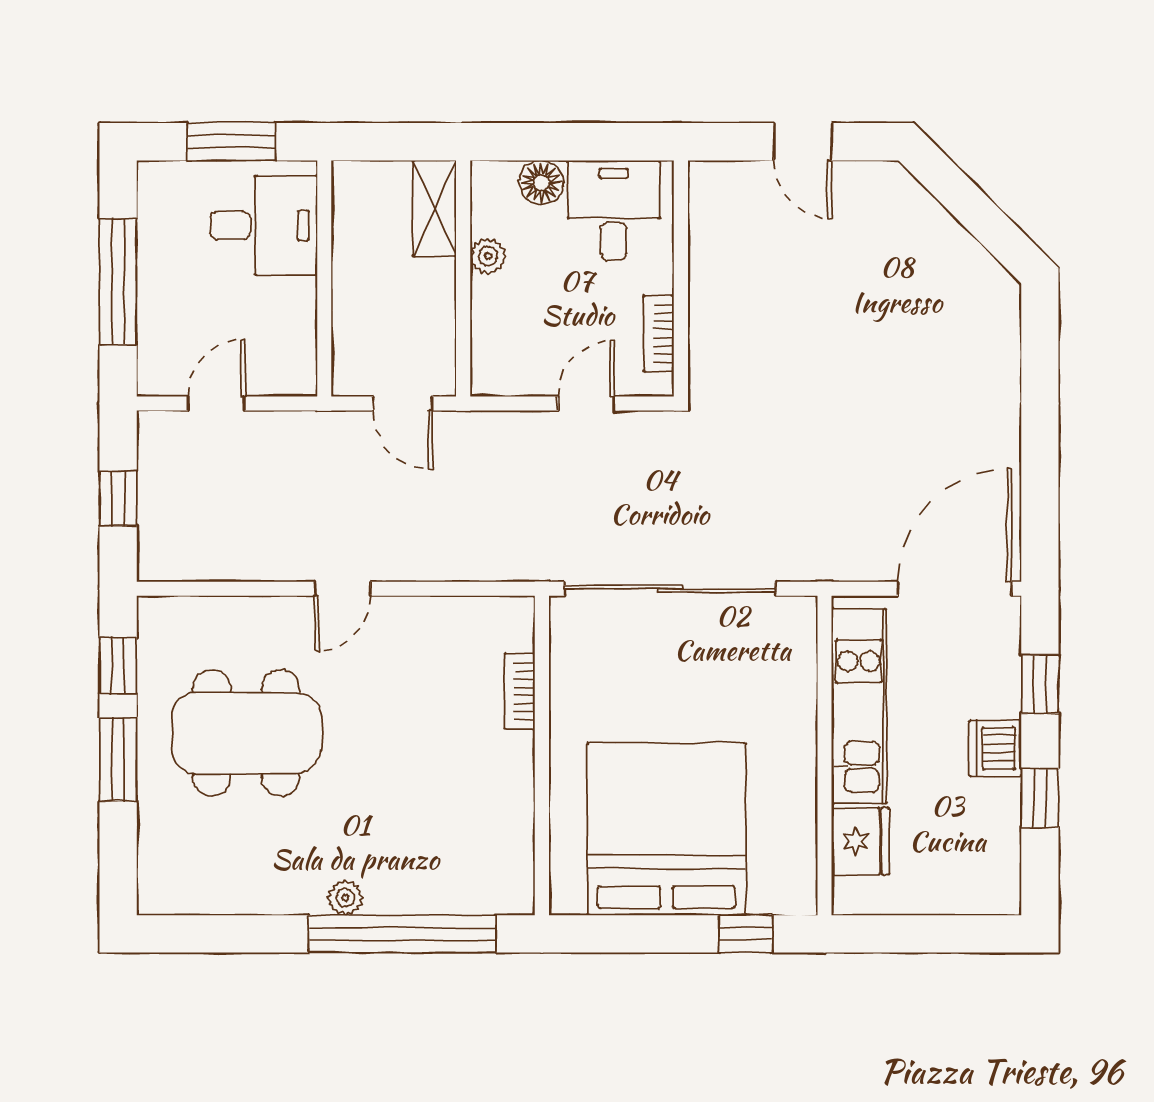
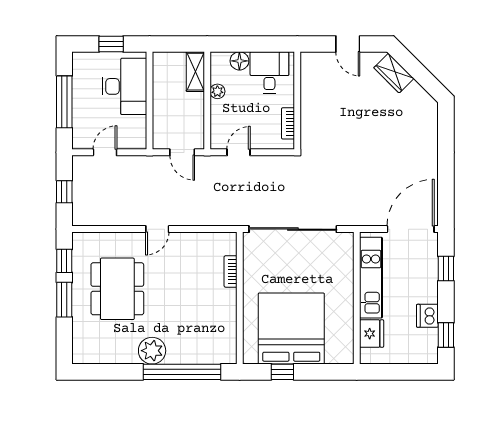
window: (231, 142) -> (111, 44), width x0.67
wardrobe: (914, 212) -> (394, 73), added
desk: (264, 226) -> (125, 86), width x1.37
door: (586, 403) -> (239, 152), moved
dining table: (246, 733) -> (117, 289), turned 90
dishwasher: (995, 748) -> (427, 316), moved
window: (1040, 798) -> (446, 335), moved
plant: (345, 898) -> (152, 351), width x1.87, depth x1.87
window: (746, 934) -> (282, 372), moved

